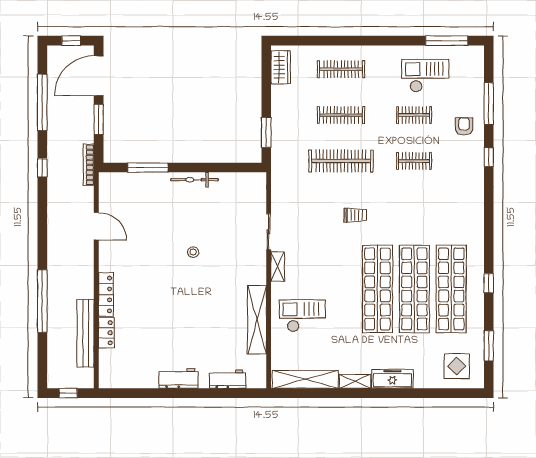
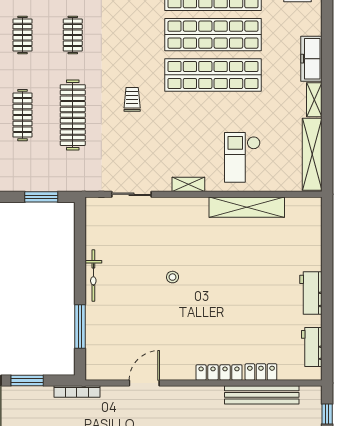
sliding door: (269, 232) -> (131, 194), moved
workbench: (228, 379) -> (312, 347), moved

